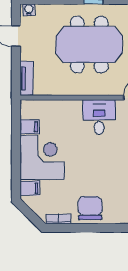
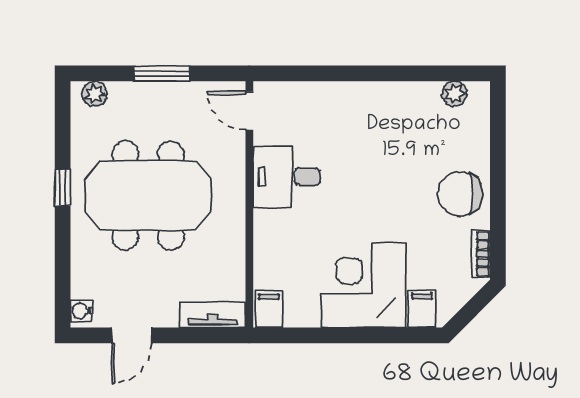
meeting table: (89, 45) -> (148, 196), turned 90
filing cabinet: (30, 127) -> (269, 309), moved

